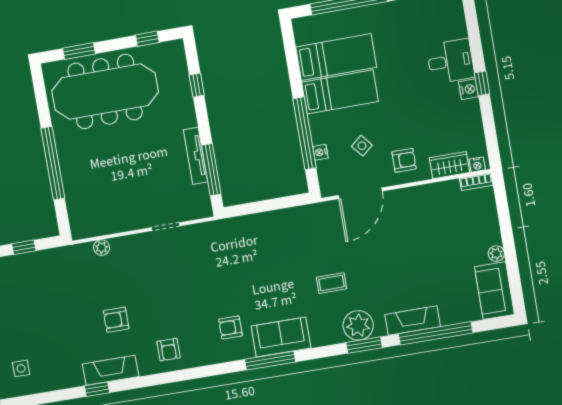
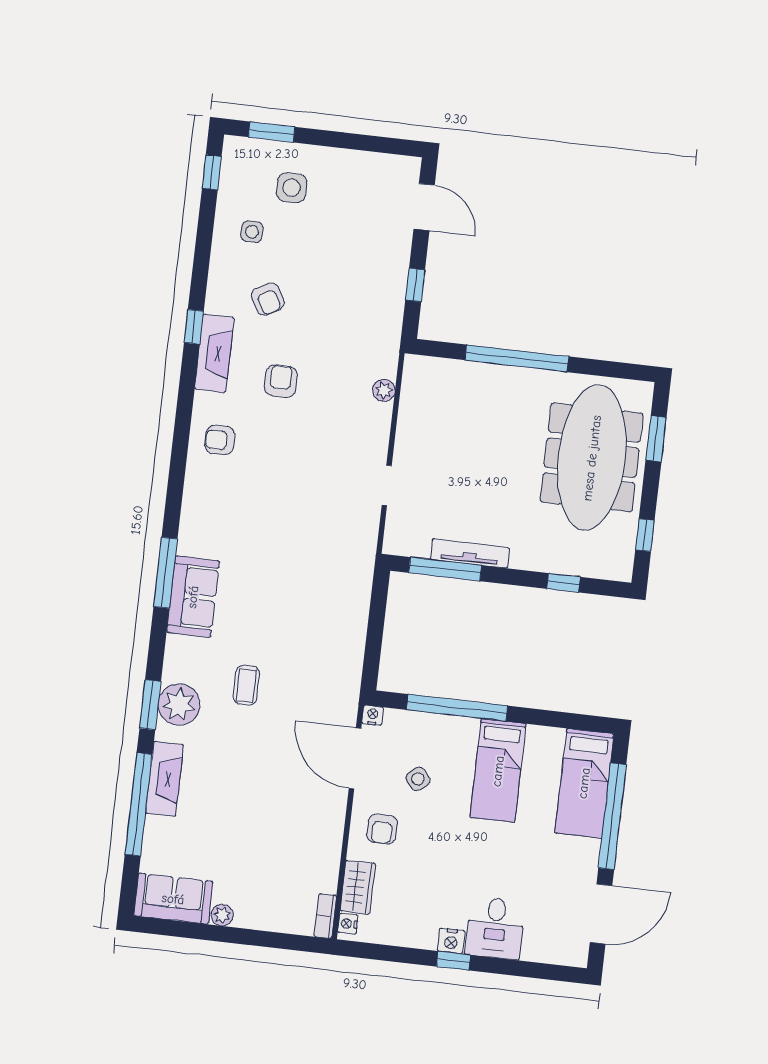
bed: (336, 57) -> (584, 783), moved
nightstand: (320, 152) -> (373, 715), moved
armchair: (230, 327) -> (268, 299), moved, turned 151

